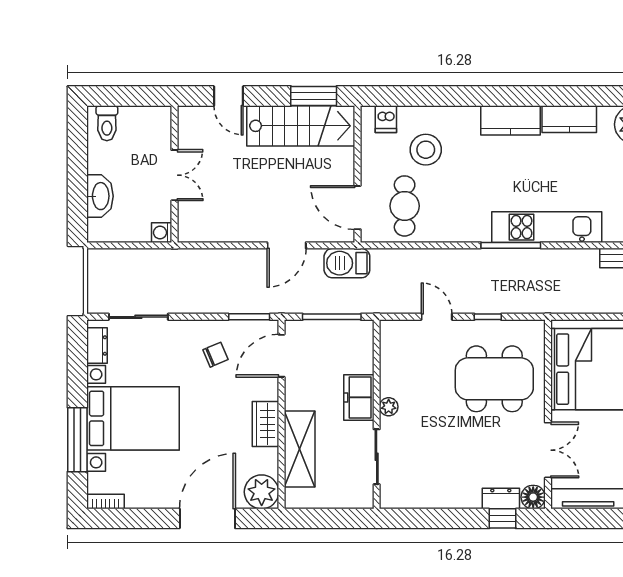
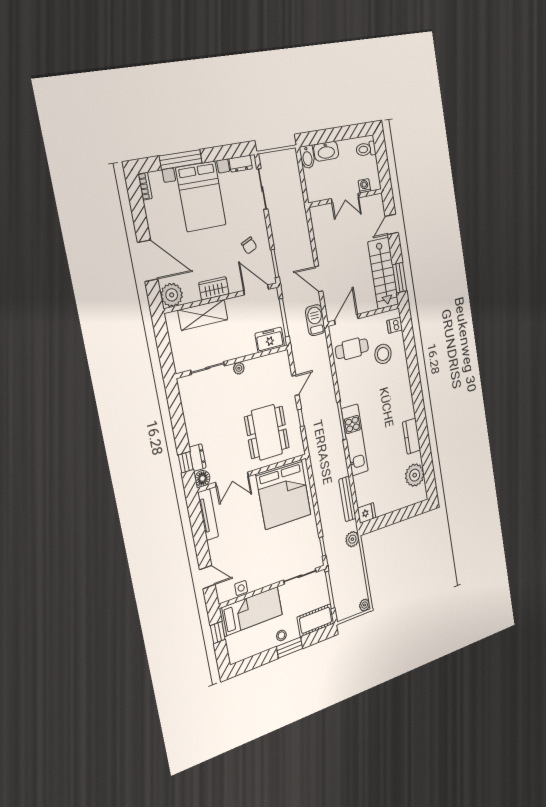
kitchen counter: (510, 120) -> (406, 401), removed
bidet: (104, 231) -> (307, 157), added
washing machine: (162, 233) -> (364, 186), moved
freezer: (359, 397) -> (270, 340), moved

